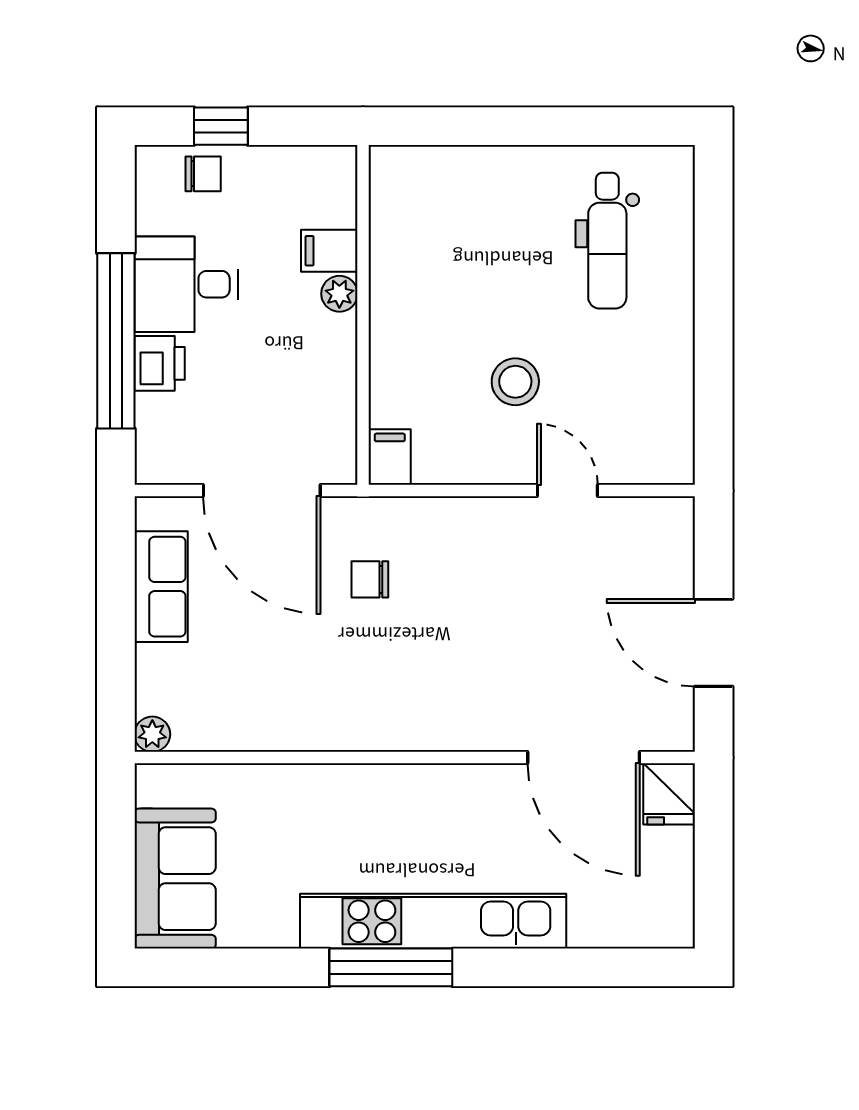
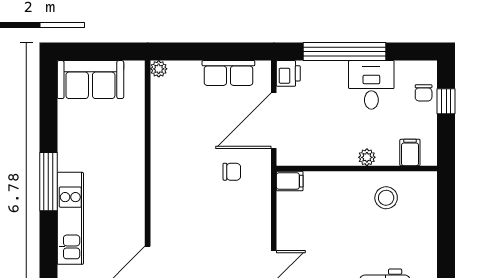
filing cabinet: (329, 251) -> (410, 152), moved
printer: (160, 363) -> (288, 73), moved, turned -90
stool: (515, 382) -> (386, 198), moved
chair: (370, 579) -> (232, 172), turned 90
kitchen unit: (433, 921) -> (70, 218), width x0.73

